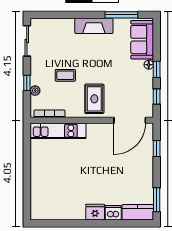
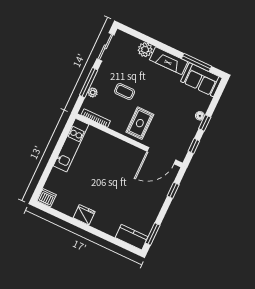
plant: (66, 26) -> (145, 50), added
sofa: (142, 40) -> (201, 80), moved, turned -90
window: (27, 83) -> (89, 83), width x2.17
kitchen unit: (58, 131) -> (71, 145), moved, turned -90
fridge: (95, 212) -> (84, 215), moved
dishwasher: (113, 213) -> (47, 198), moved

